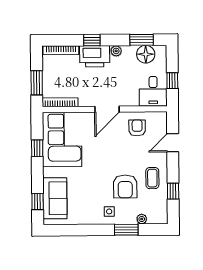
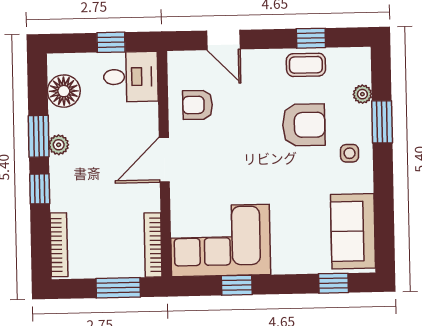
window: (142, 40) -> (39, 136), moved
printer: (95, 56) -> (69, 184), removed
door: (107, 109) -> (164, 160), swing flipped
coffee table: (152, 178) -> (306, 65), moved
sofa: (55, 198) -> (353, 231), moved, turned -90

